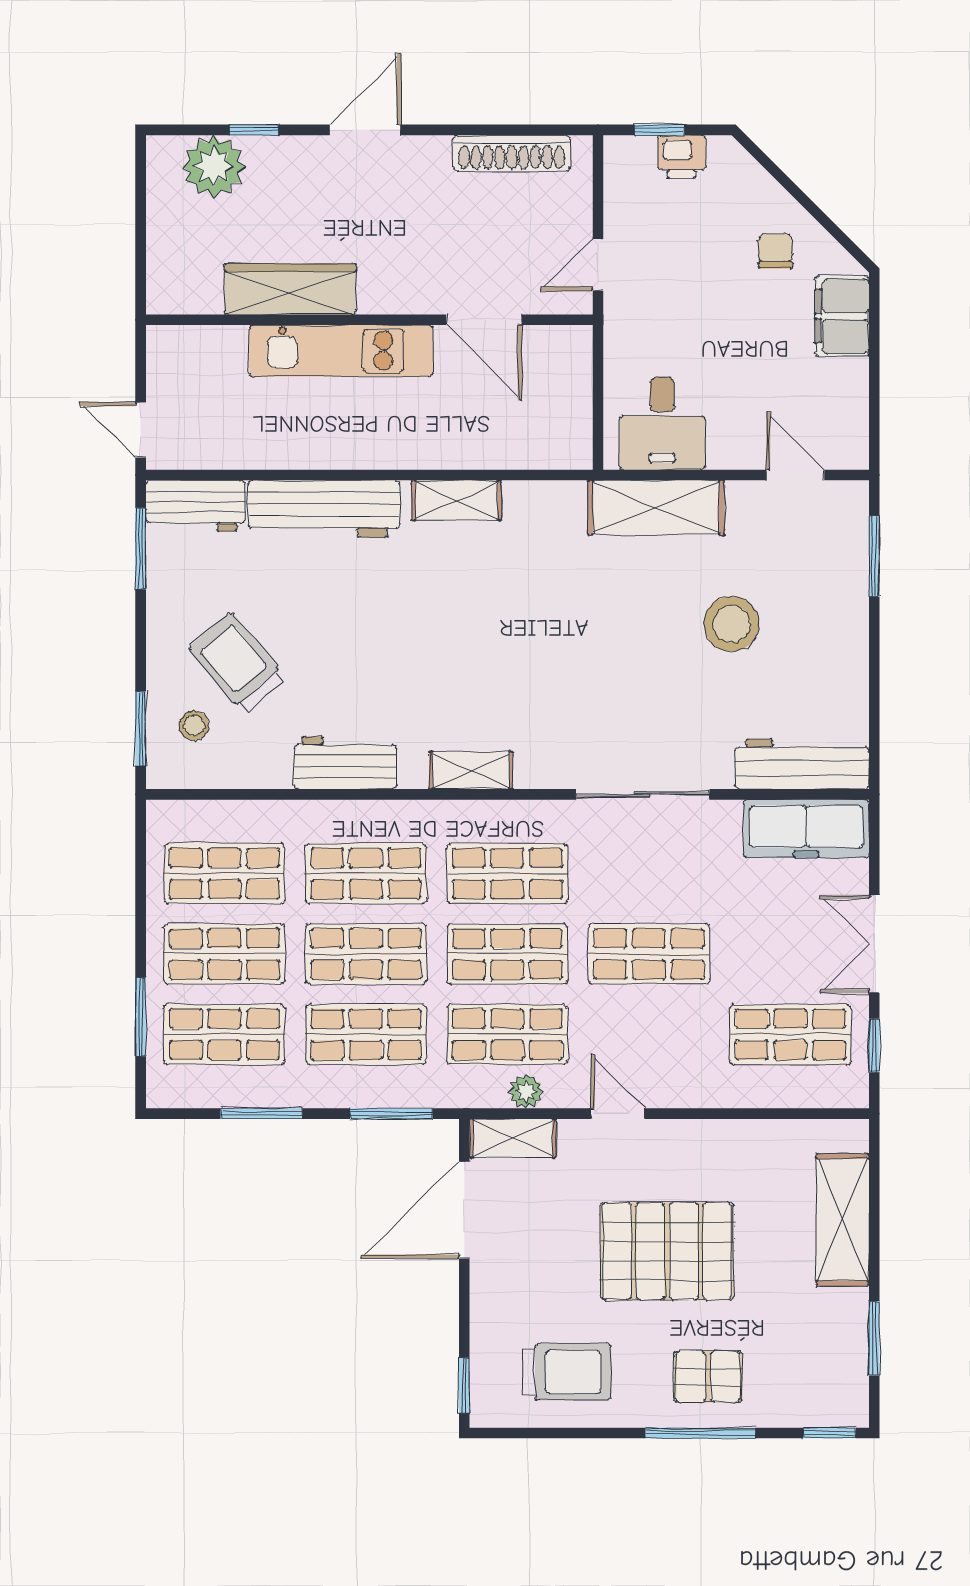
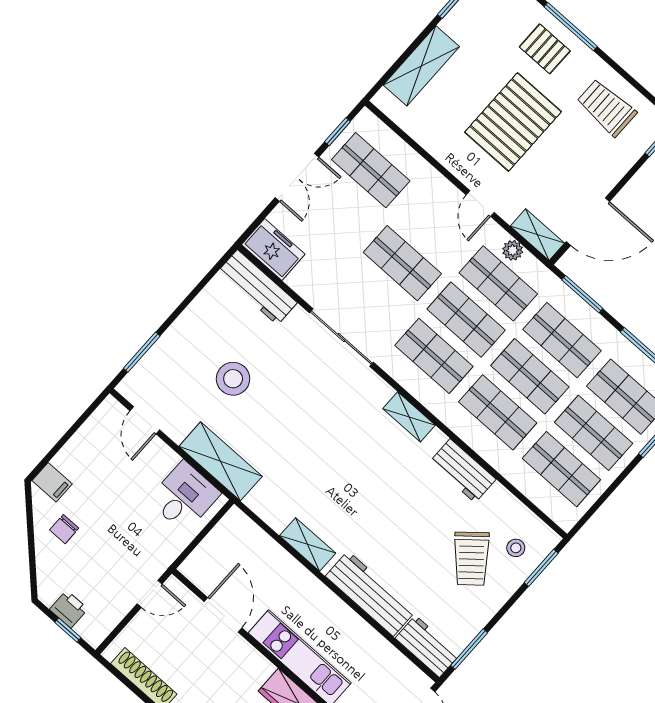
filing cabinet: (842, 316) -> (52, 482), width x0.50
freezer: (806, 829) -> (273, 249), width x0.71
pallet: (667, 1251) -> (513, 122), turned 90

